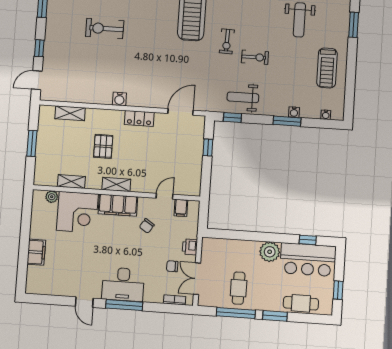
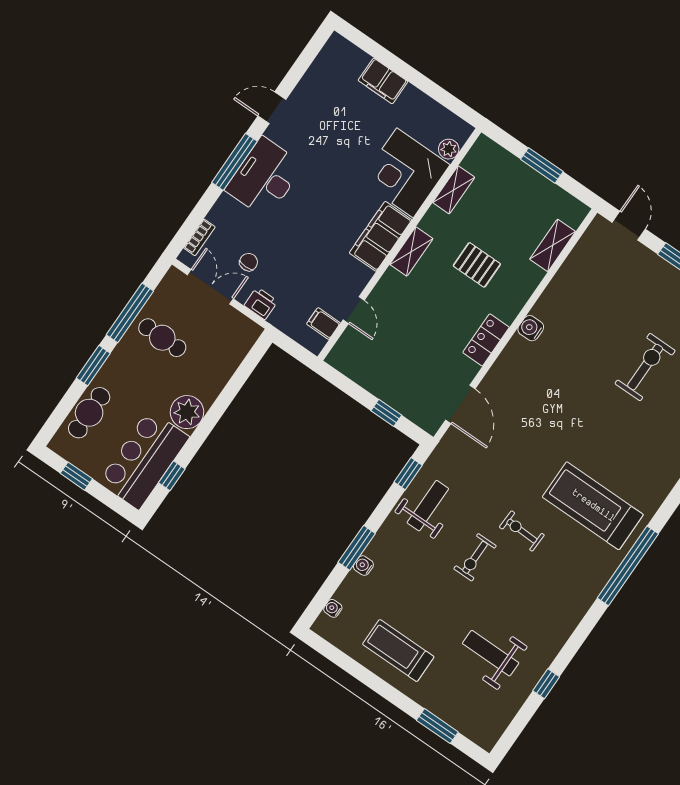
chair: (147, 226) -> (327, 260), removed

